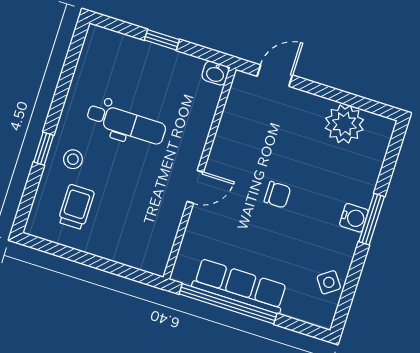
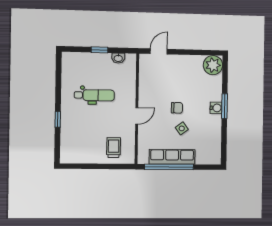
washbasin: (215, 73) -> (118, 58), moved
plant: (344, 124) -> (213, 65), moved
stool: (73, 159) -> (74, 120), removed
trolley: (76, 207) -> (114, 148), moved
side table: (329, 282) -> (182, 128), moved

